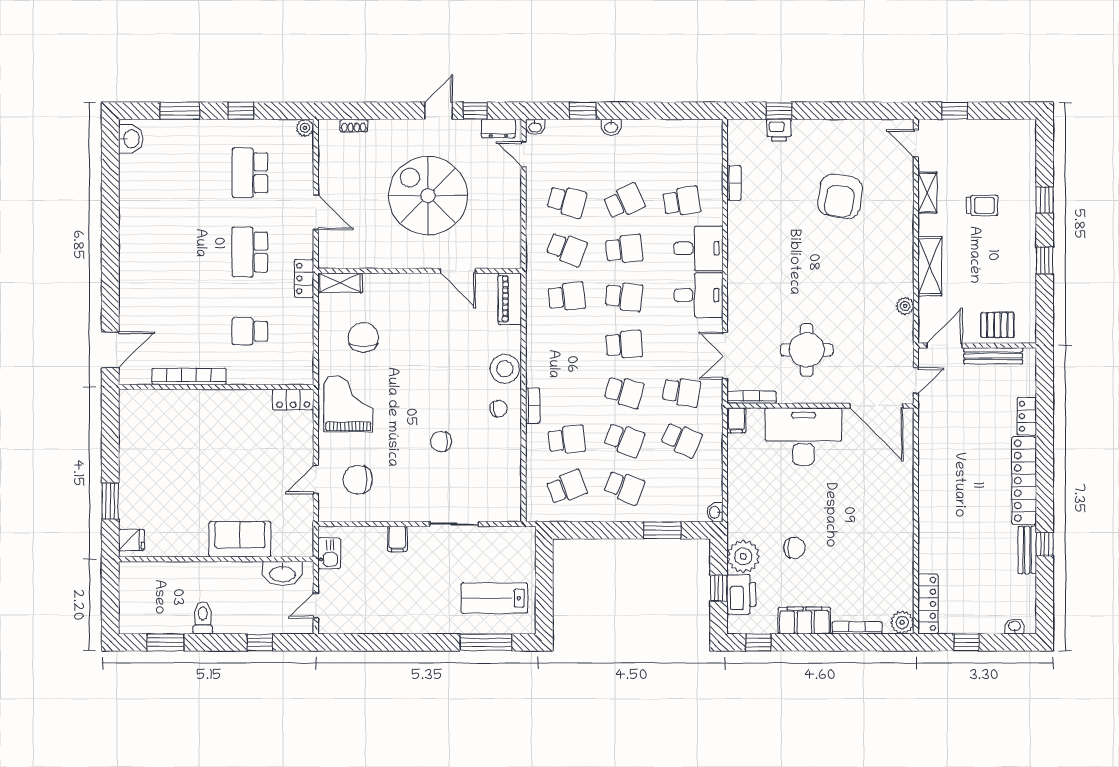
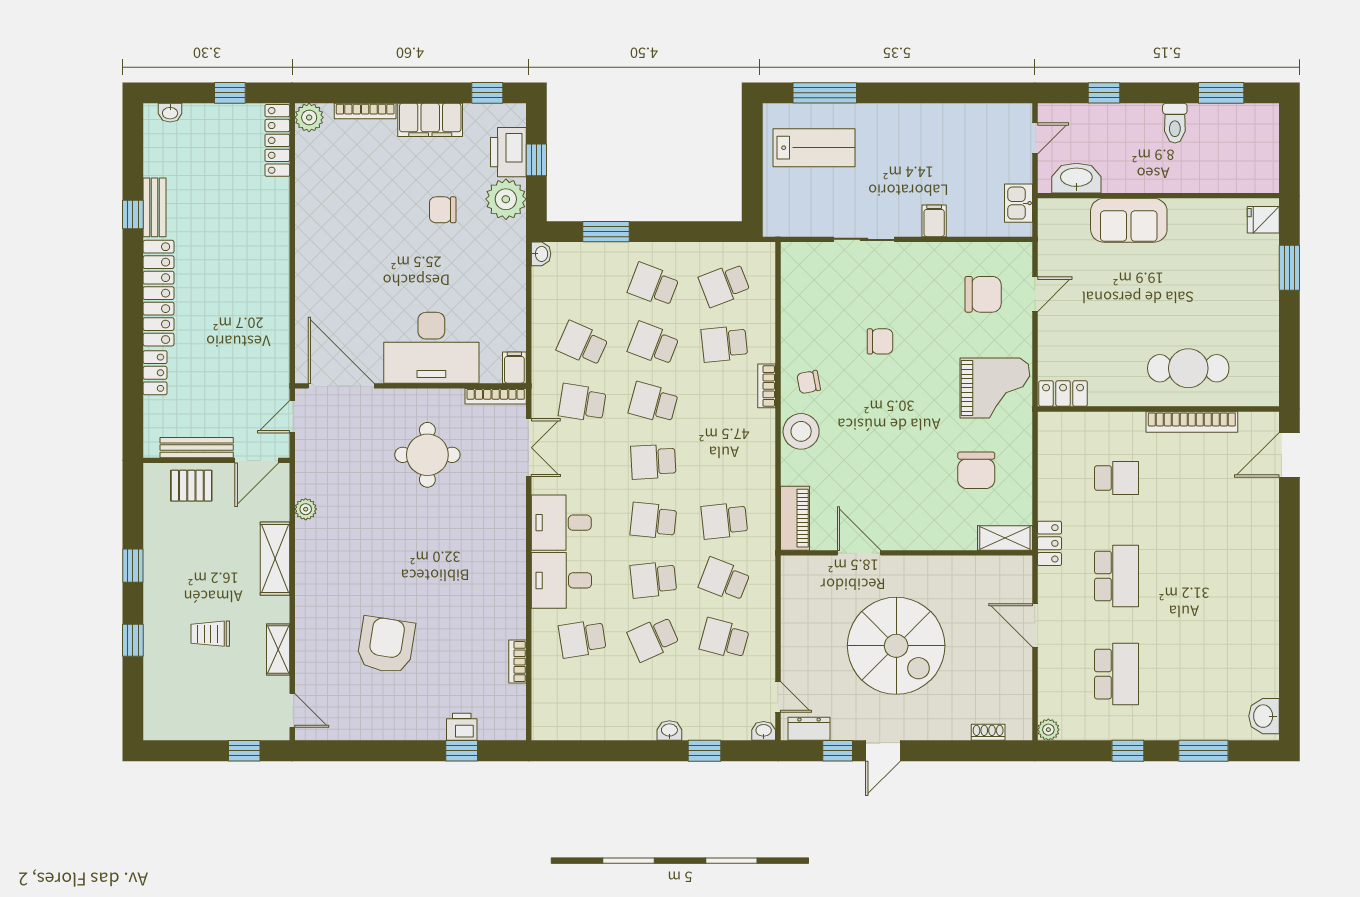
grand piano: (348, 404) -> (995, 388), turned -90
cafe table: (192, 420) -> (1188, 368), added

